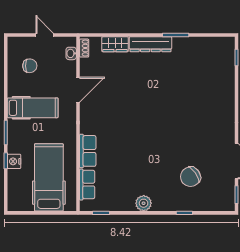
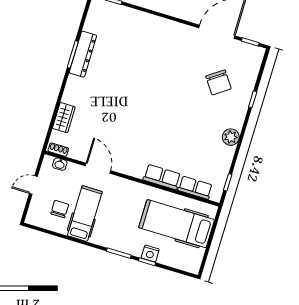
dresser: (150, 44) -> (83, 54), moved
hospital bed: (33, 108) -> (85, 214), moved

